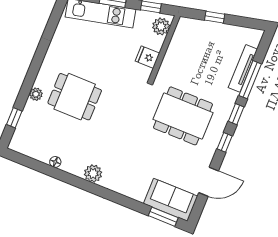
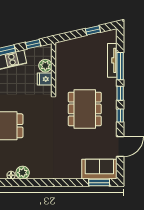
window: (215, 17) -> (93, 30), moved
plant: (161, 26) -> (45, 66), moved
dining table: (183, 116) -> (85, 109), turned 90
plant: (93, 173) -> (23, 173), moved

